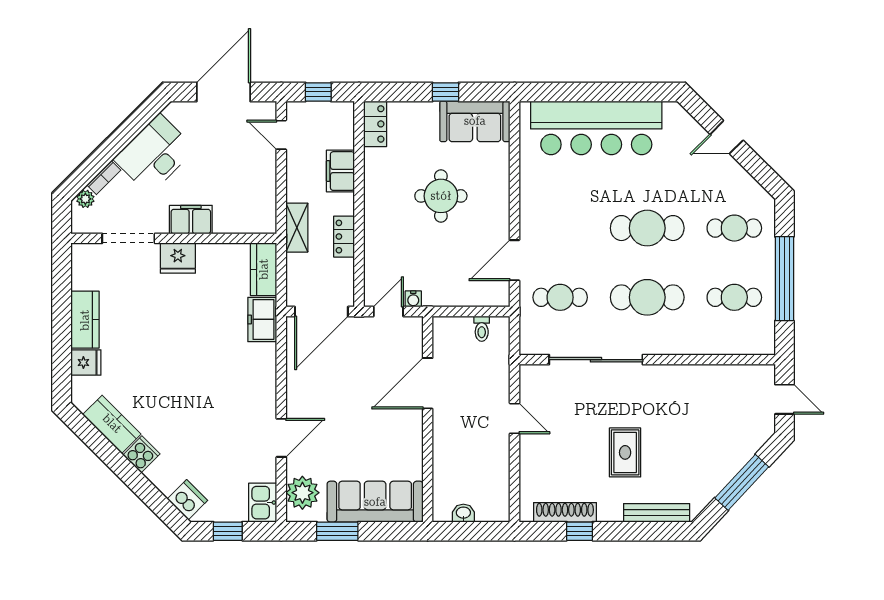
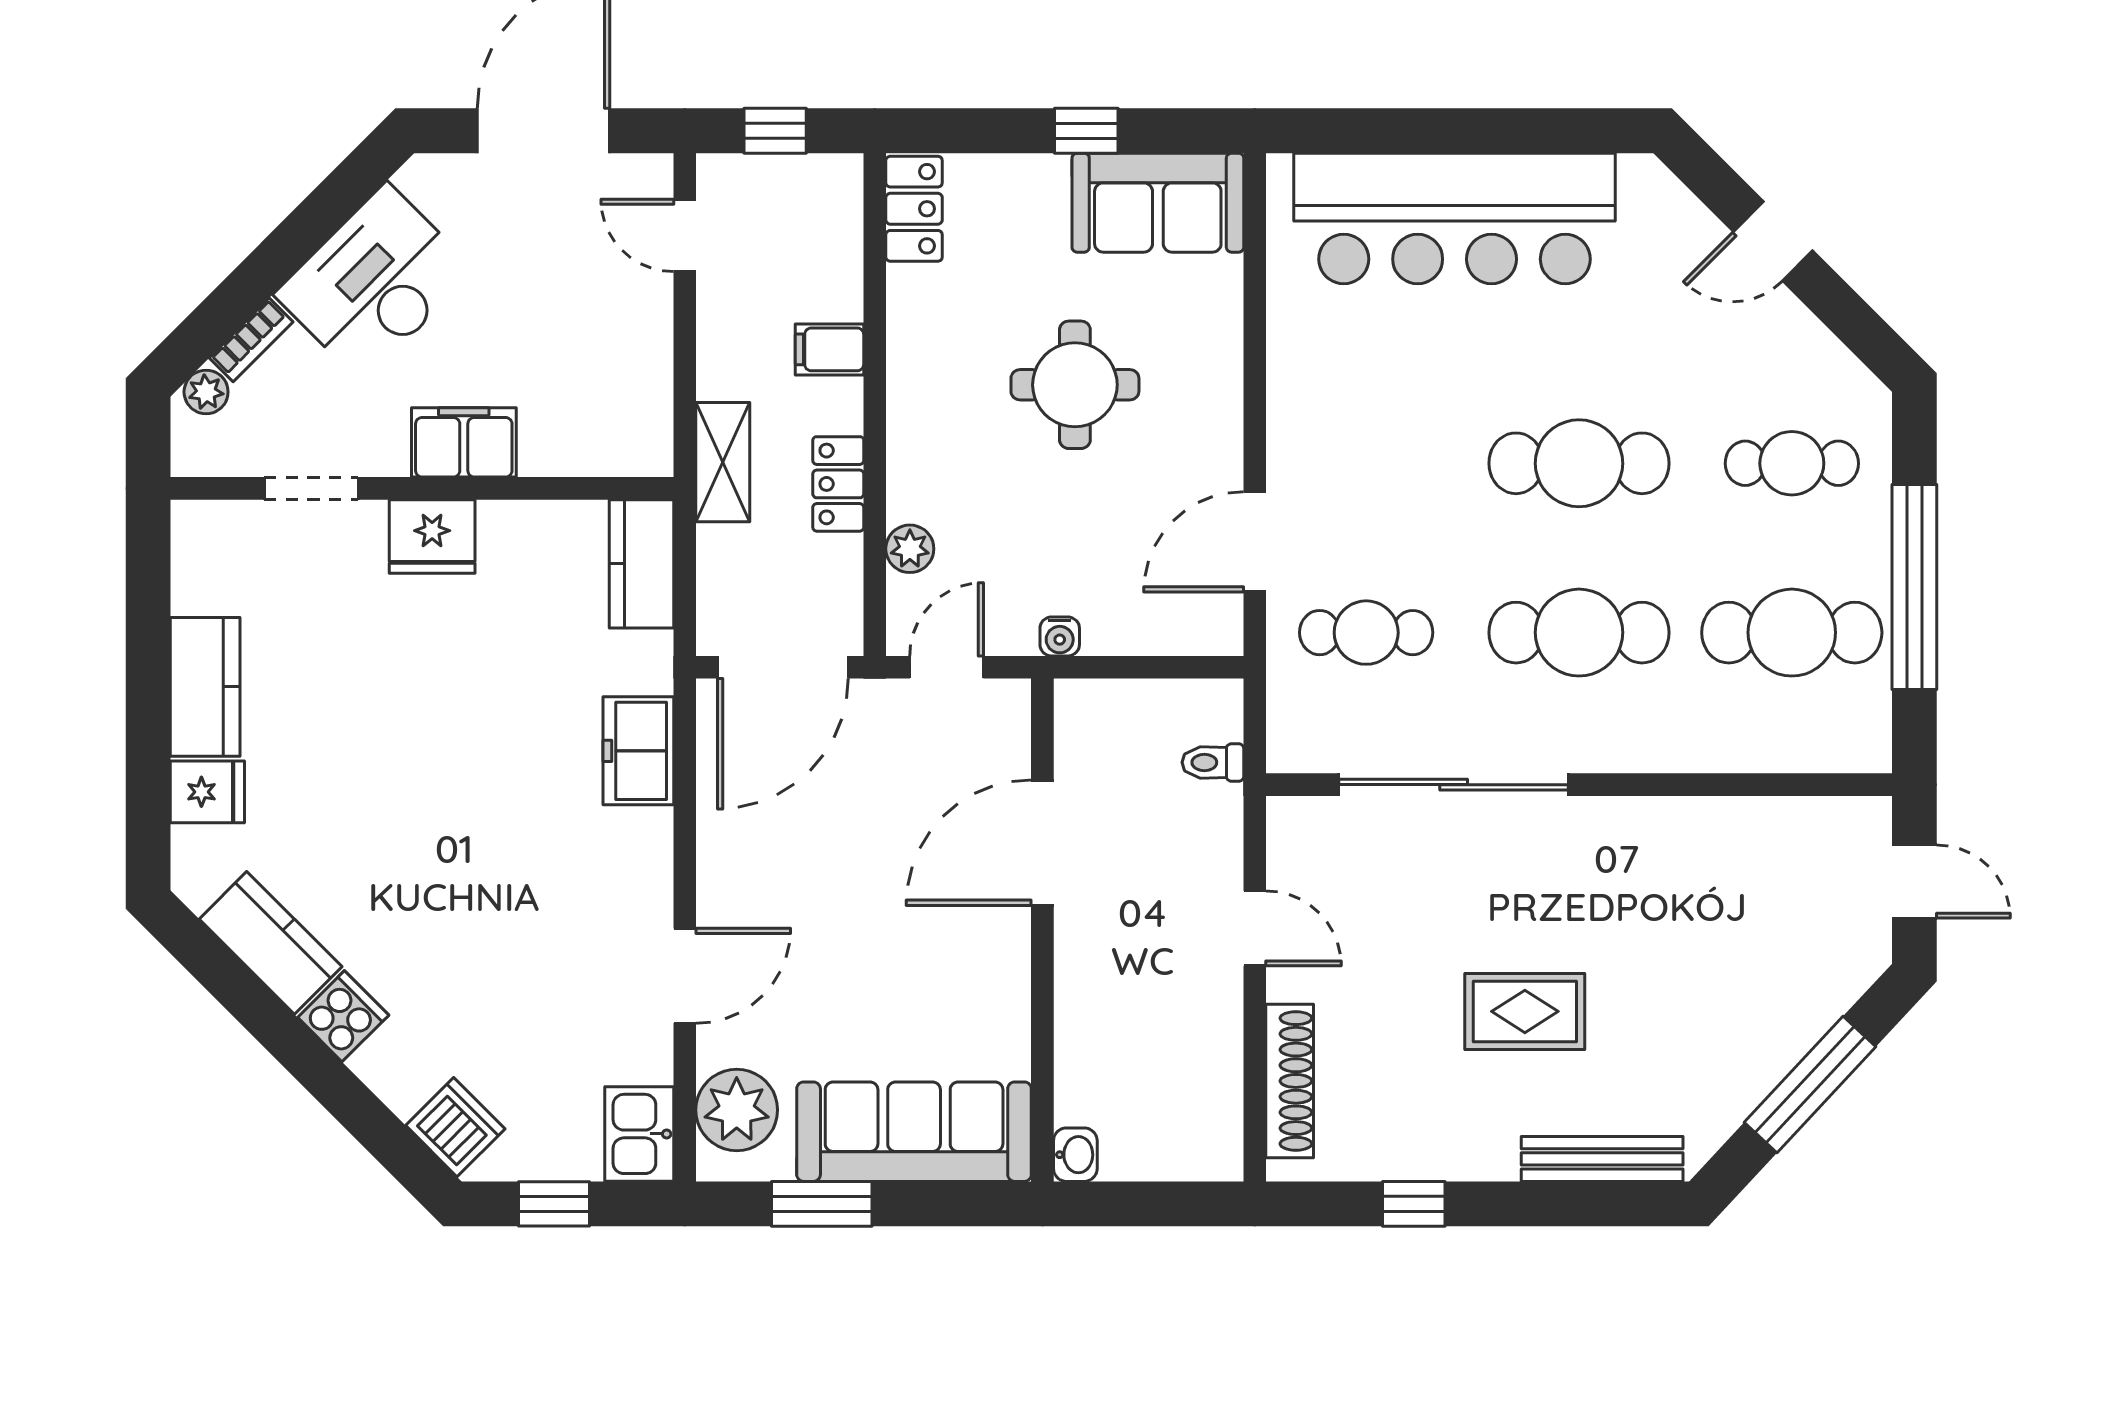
filing cabinet: (340, 171) -> (829, 349), width x0.50
doorway: (128, 238) -> (311, 488), width x0.73
plant: (373, 263) -> (910, 549), added
cafe table: (734, 297) -> (1792, 633), width x1.37, depth x1.35
water cooler: (413, 299) -> (1060, 636), moved
freezer: (262, 319) -> (638, 751), moved
toilet: (482, 329) -> (1213, 762), moved, turned 90
rug: (625, 452) -> (1525, 1011), turned 90
shoe rack: (565, 512) -> (1290, 1081), moved, turned 90
washbasin: (463, 513) -> (1075, 1155), moved, turned 90

